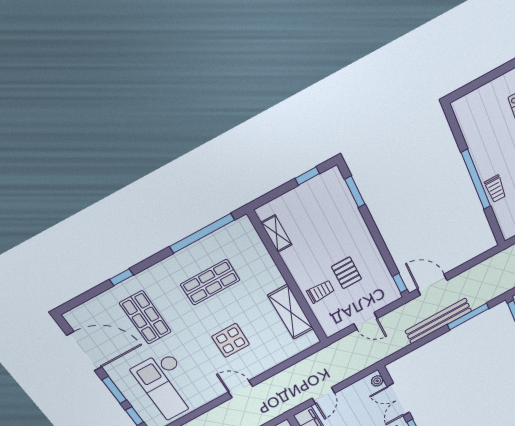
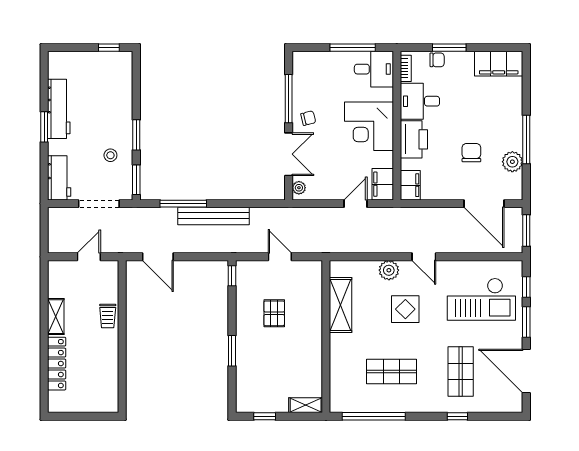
window: (476, 180) -> (122, 334), removed
trolley: (495, 189) -> (108, 316), turned 180
window: (355, 192) -> (232, 351), moved
shelving: (277, 234) -> (306, 405), moved, turned 90
door: (432, 285) -> (158, 257), moved
trolley: (321, 292) -> (305, 309), removed
plant: (265, 362) -> (389, 270), added
checkout: (168, 385) -> (481, 299), turned 90

